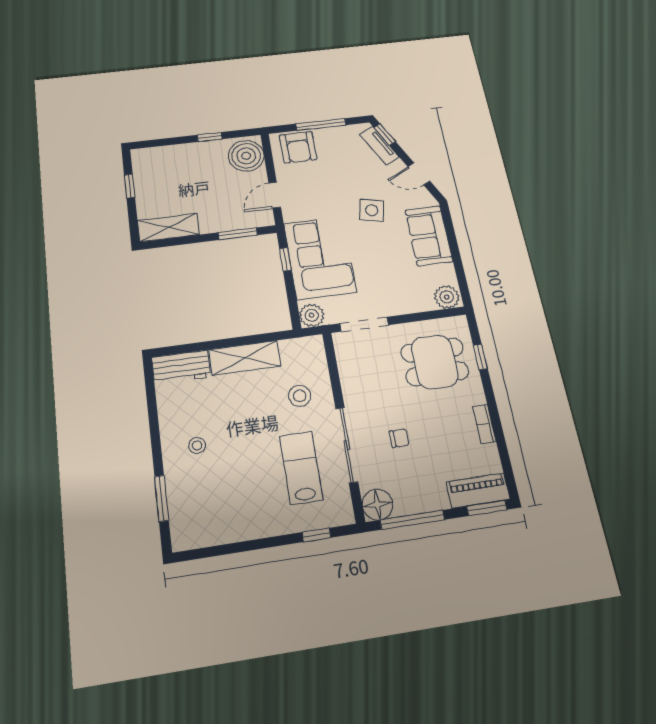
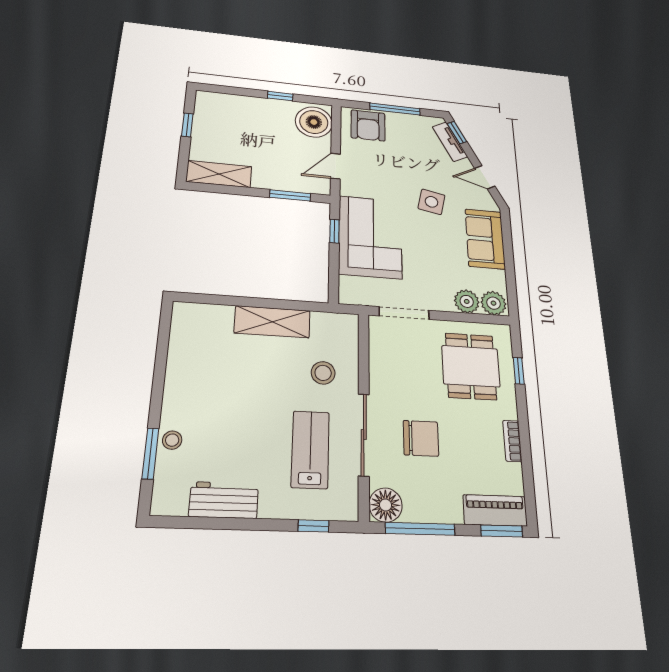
plant: (312, 315) -> (467, 301), moved
dining table: (435, 362) -> (471, 366), turned 90
workbench: (181, 367) -> (224, 500), moved, turned 180
chair: (399, 438) -> (421, 438), width x1.87, depth x1.87
stool: (197, 446) -> (172, 440), moved

